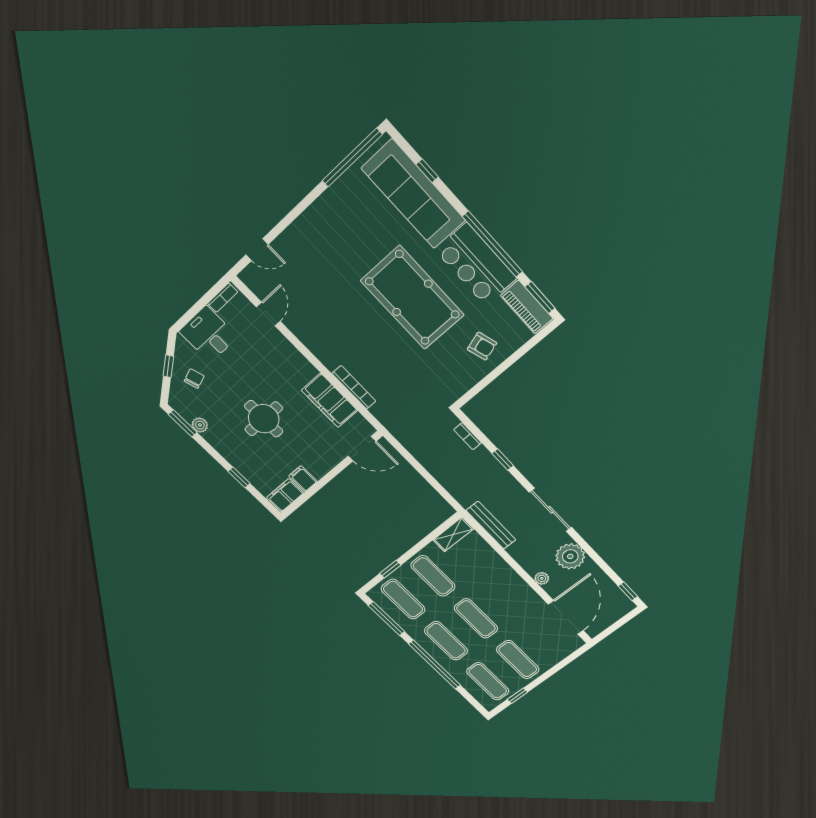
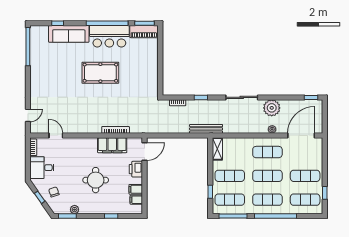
sofa: (413, 194) -> (69, 34), width x0.74, depth x0.79
pool table: (412, 298) -> (100, 73), width x0.73, depth x0.76
armchair: (482, 346) -> (144, 63), removed
printer: (329, 457) -> (136, 169), added
filing cabinet: (285, 495) -> (136, 200), width x0.50
bench: (491, 525) -> (206, 129), moved
exercise mat: (507, 595) -> (267, 152), added
door: (566, 617) -> (301, 136), hinge flipped

